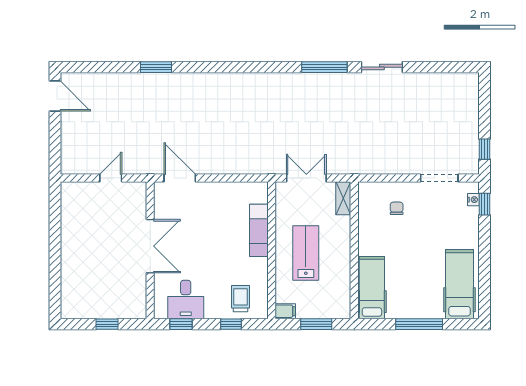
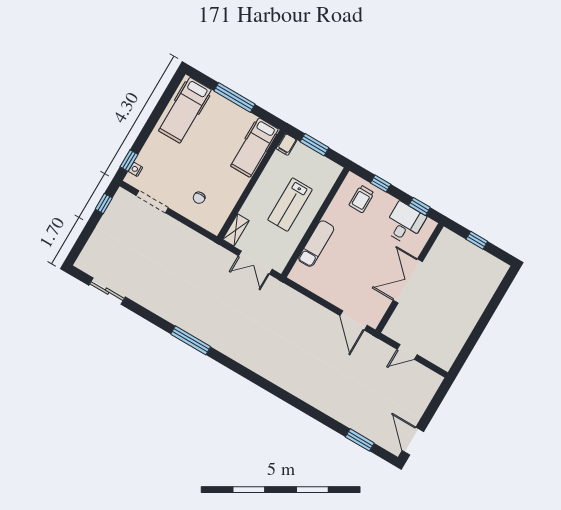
window: (156, 67) -> (360, 440), moved
sliding door: (382, 67) -> (107, 291), moved
filing cabinet: (285, 311) -> (286, 144), moved, turned -90

